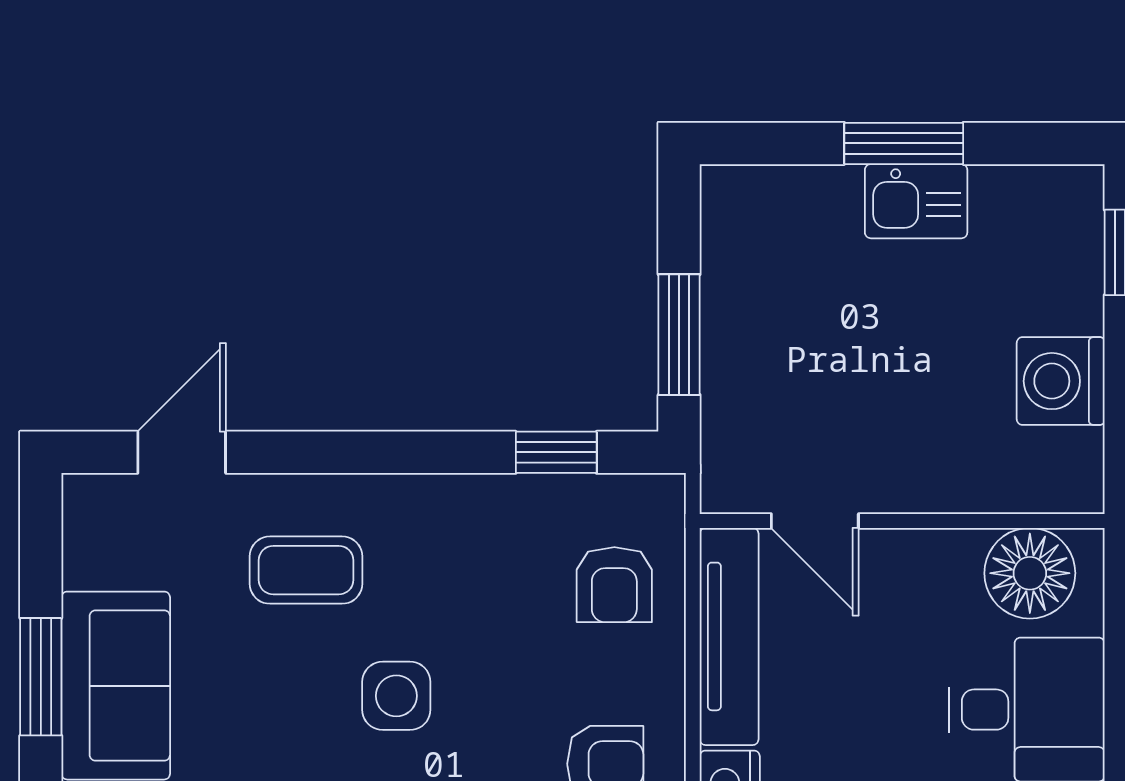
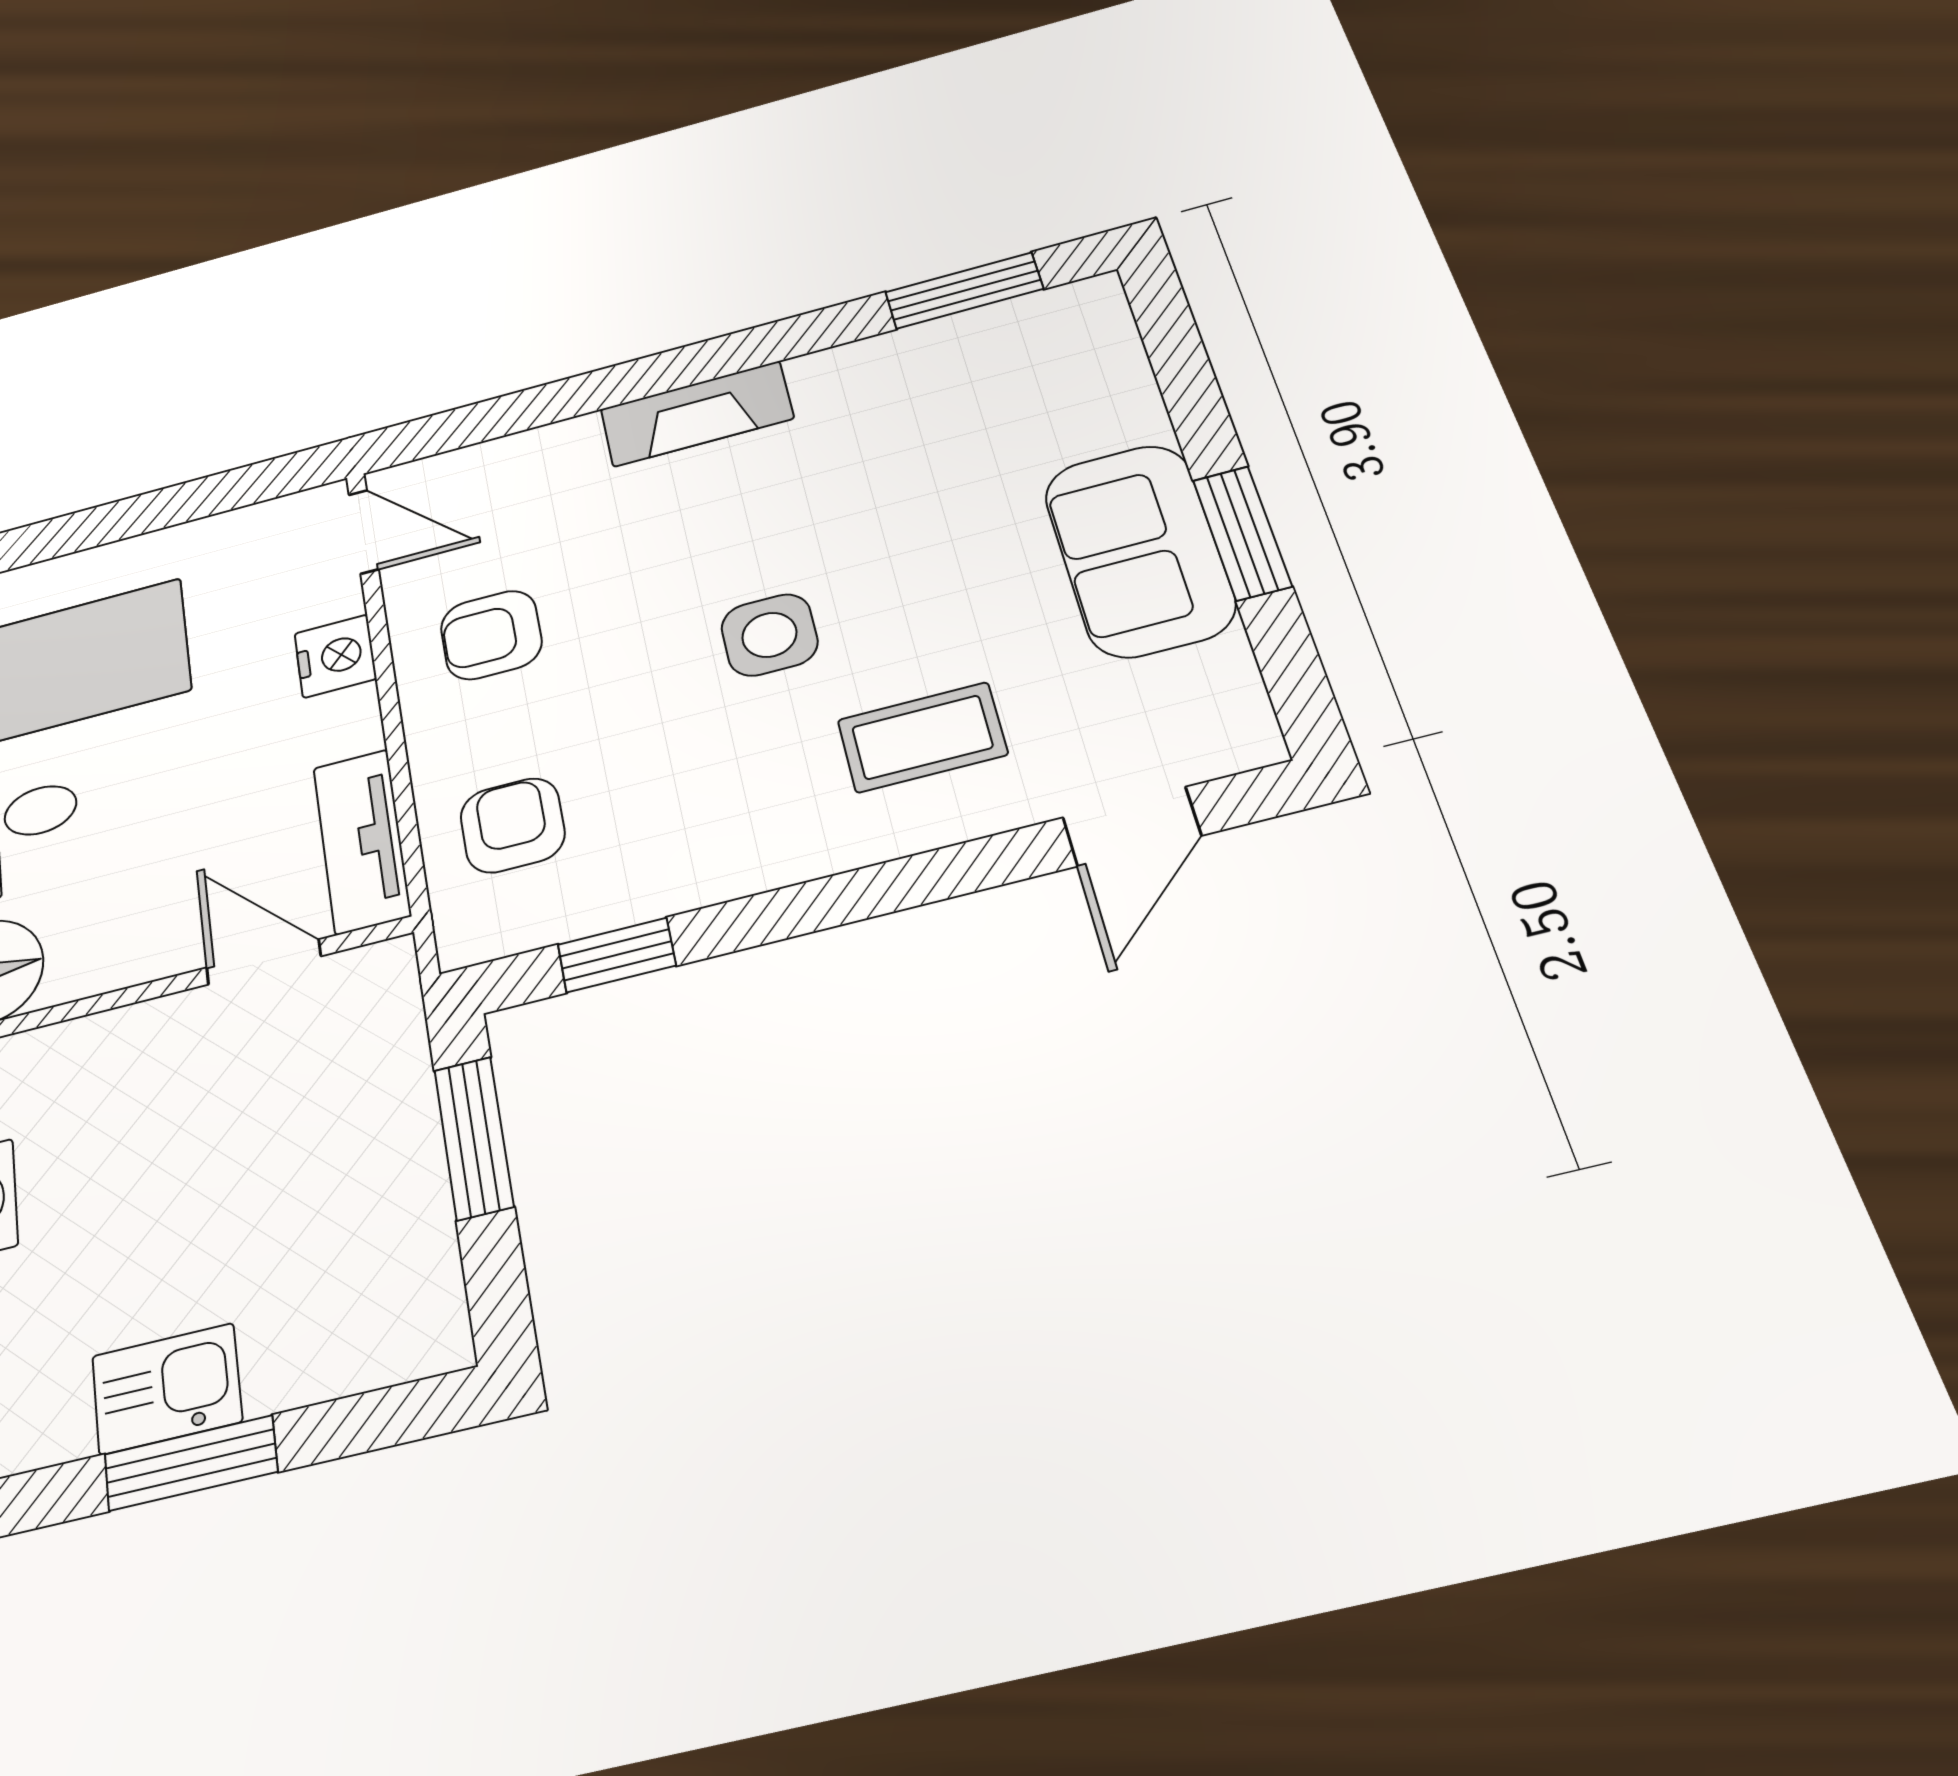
tv unit: (729, 636) -> (362, 841), width x0.71

